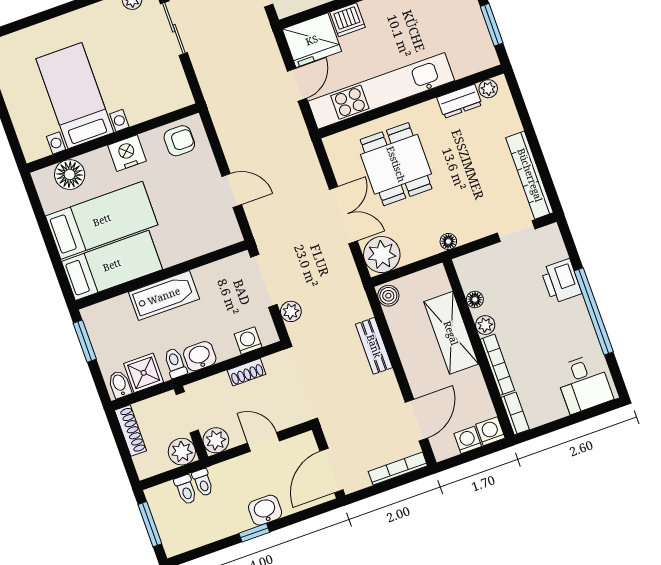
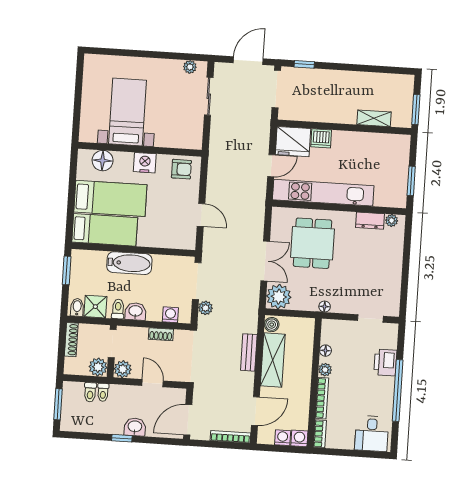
bookcase: (530, 175) -> (394, 287), removed
shelving: (451, 333) -> (273, 360), moved

